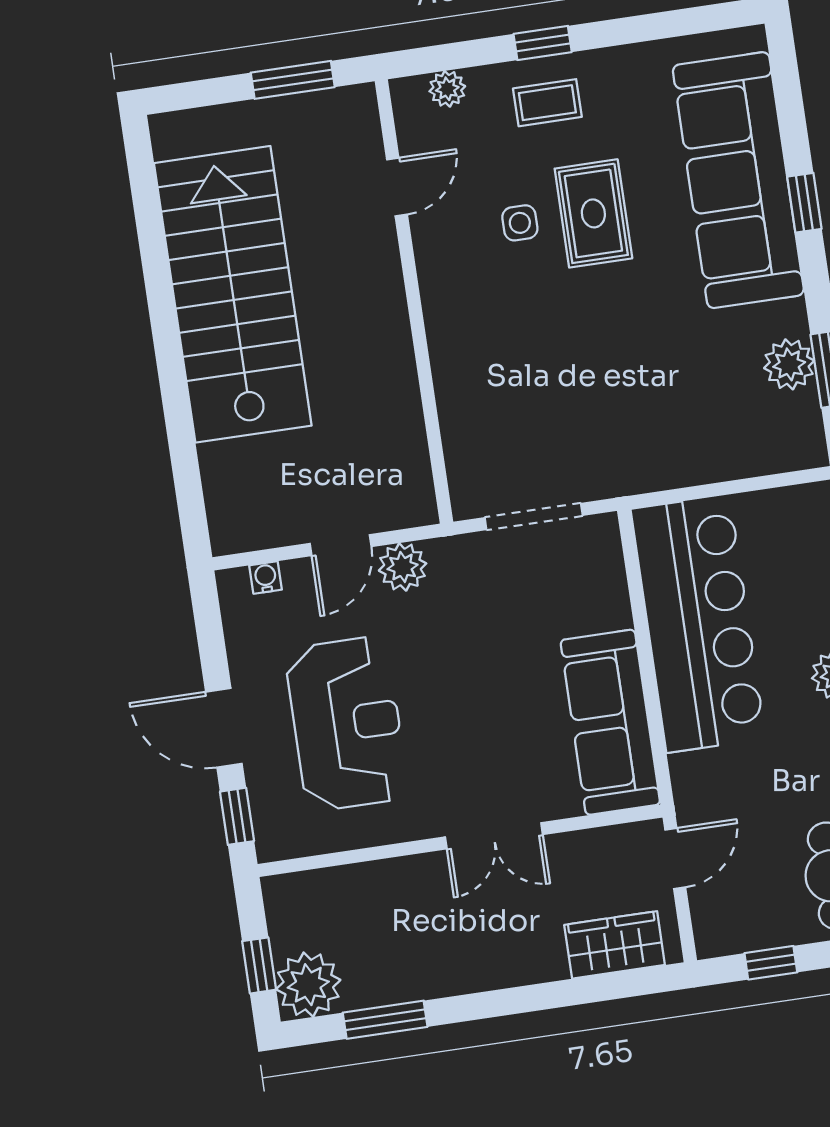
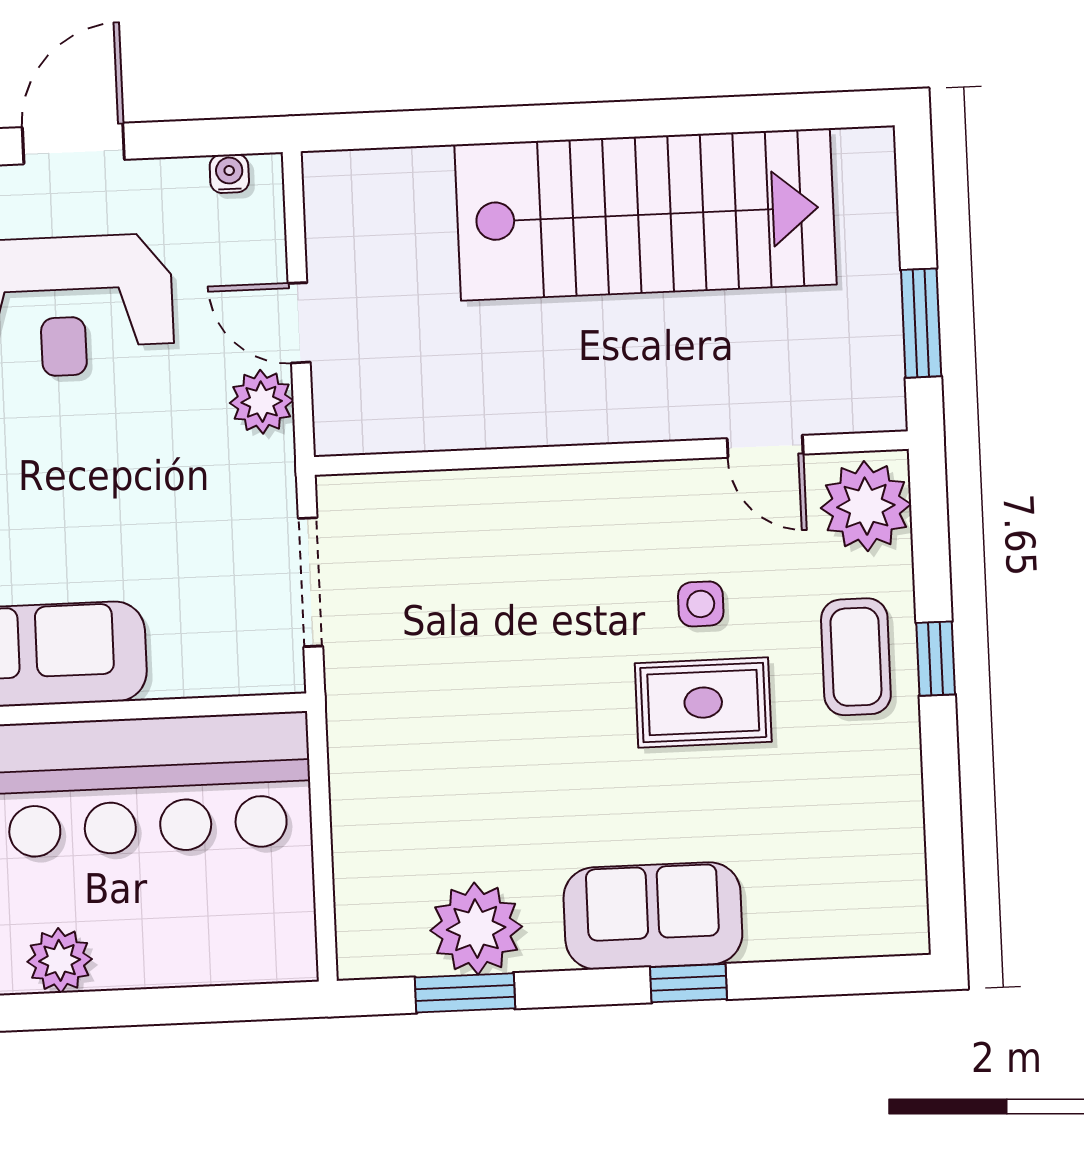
plant: (447, 89) -> (866, 506), width x1.87, depth x1.87
coffee table: (547, 103) -> (856, 657), width x1.36, depth x1.30
sofa: (738, 180) -> (653, 916), width x0.54, depth x0.79
plant: (789, 364) -> (476, 928), width x1.36, depth x1.36
water cooler: (266, 577) -> (229, 174), moved, turned -90

